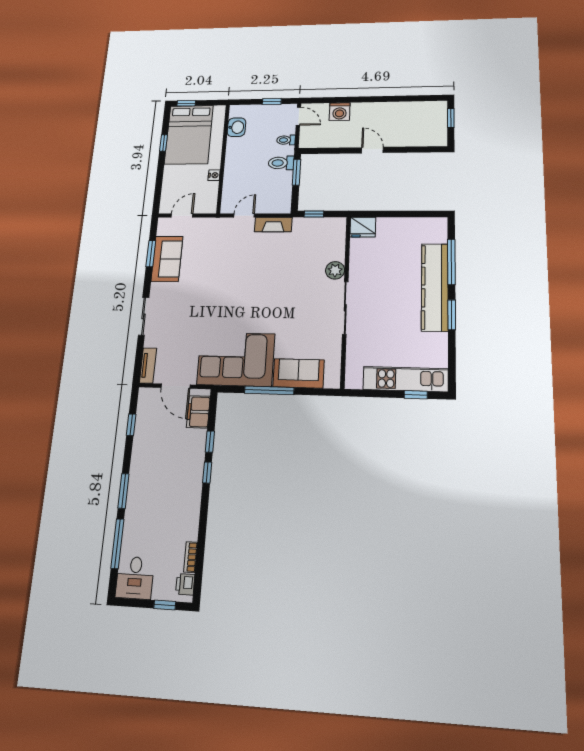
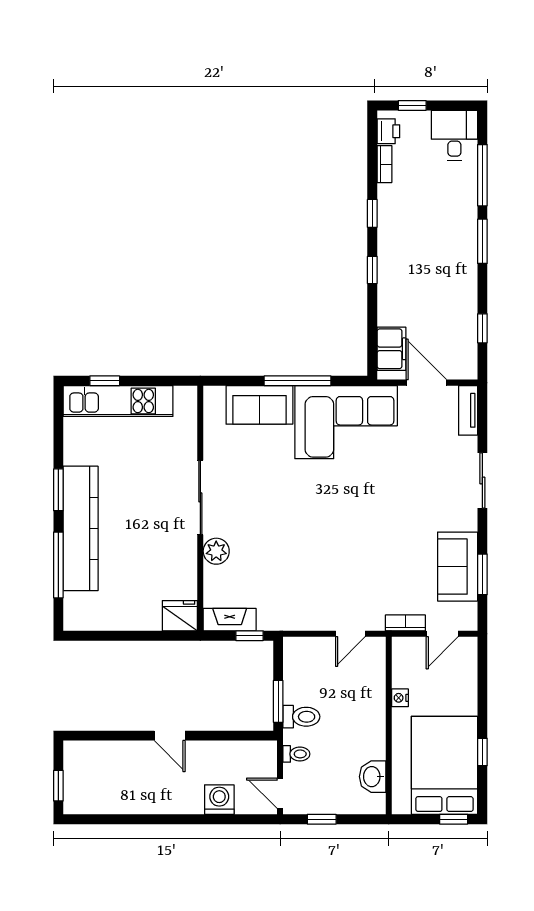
bookcase: (206, 222) -> (405, 623), added
fireplace: (273, 225) -> (230, 620), moved
window: (210, 442) -> (372, 213), moved

